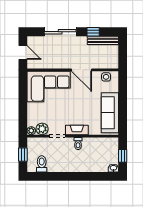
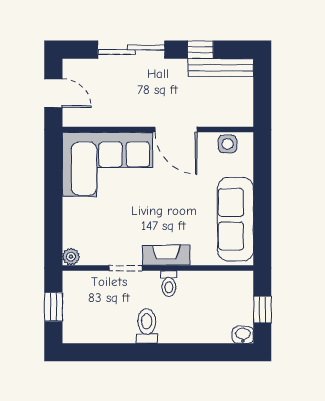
plant: (42, 129) -> (94, 253), removed
toilet: (42, 164) -> (147, 326), moved

